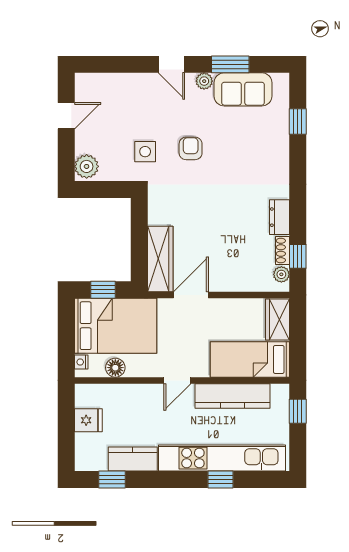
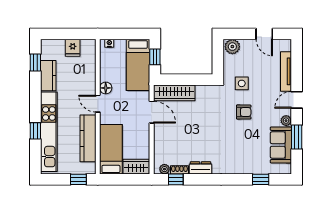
tv unit: (126, 81) -> (286, 71), added
bed: (116, 326) -> (138, 65), width x0.67
floor lamp: (115, 368) -> (106, 88), moved

